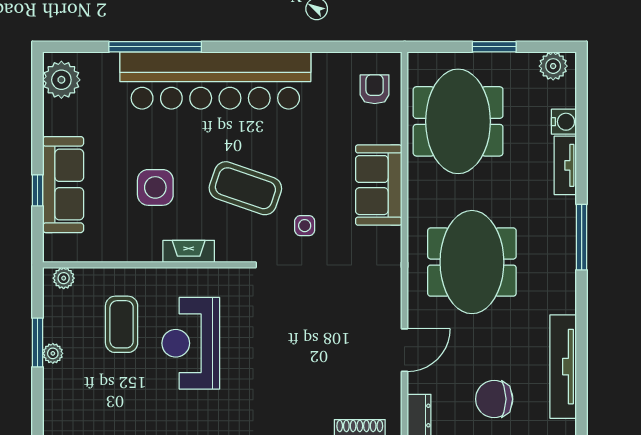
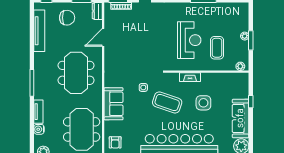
sofa: (63, 185) -> (241, 118), moved

